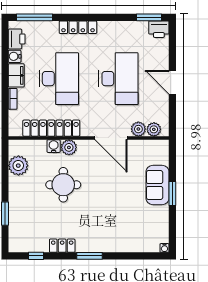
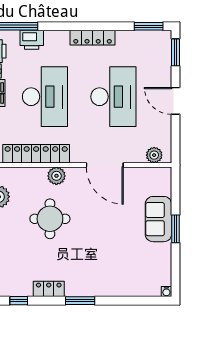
locker: (78, 27) -> (93, 38), moved
printer: (159, 29) -> (32, 40), moved
window: (172, 40) -> (175, 52), added
plant: (138, 129) -> (136, 155), removed
water cooler: (54, 146) -> (39, 174), removed

